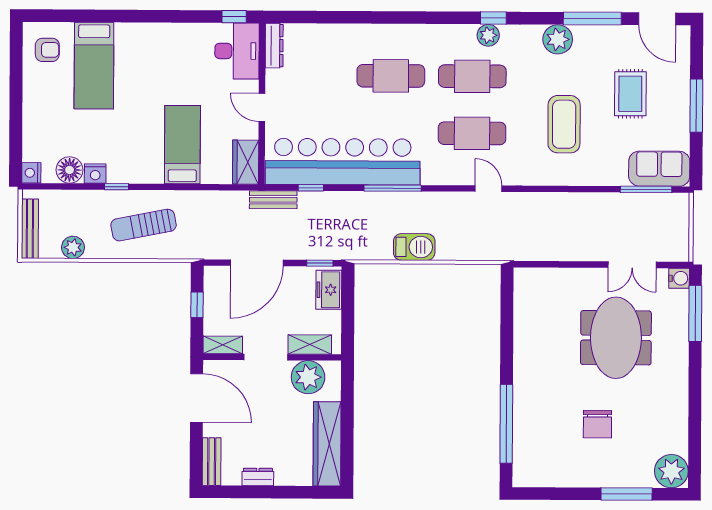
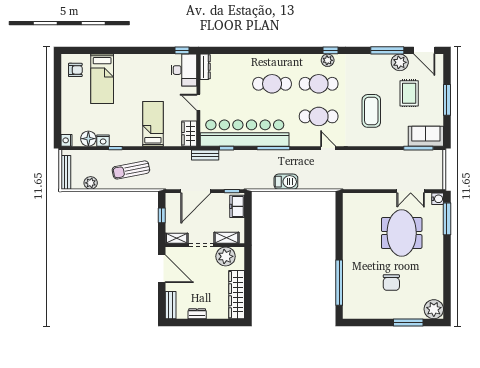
plant: (558, 39) -> (400, 62), moved

